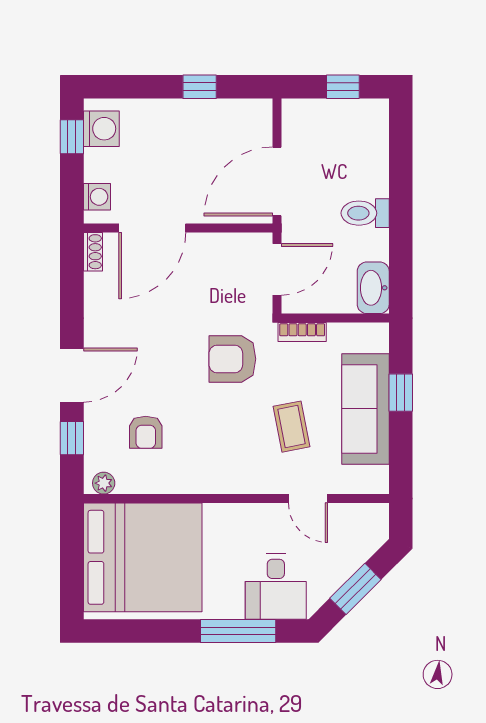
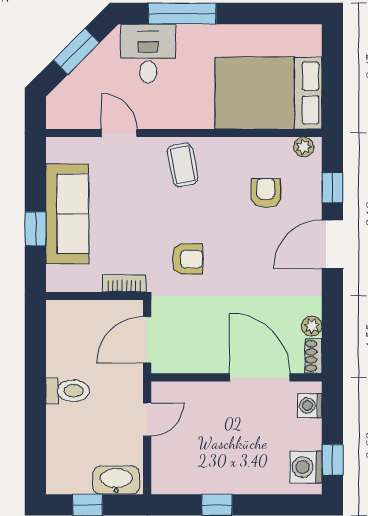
door: (277, 181) -> (147, 419), width x0.53
door: (152, 228) -> (260, 377), hinge flipped
plant: (95, 285) -> (312, 326), added
washbasin: (373, 288) -> (116, 480), moved, turned -90
armchair: (232, 359) -> (187, 259), width x0.72, depth x0.72
coffee table: (291, 427) -> (183, 165), moved
bed: (143, 557) -> (268, 93), width x0.73

